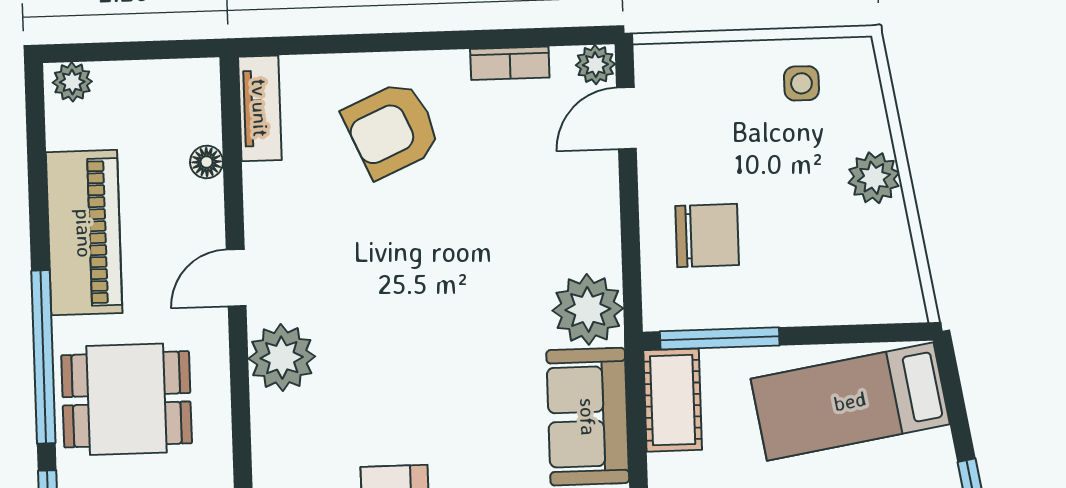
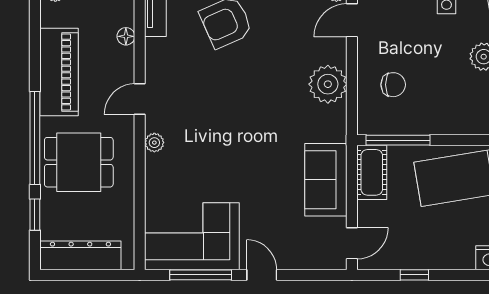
chair: (707, 236) -> (393, 85), width x0.73, depth x0.73
plant: (588, 309) -> (328, 84), moved
plant: (282, 358) -> (154, 143), width x0.53, depth x0.53

